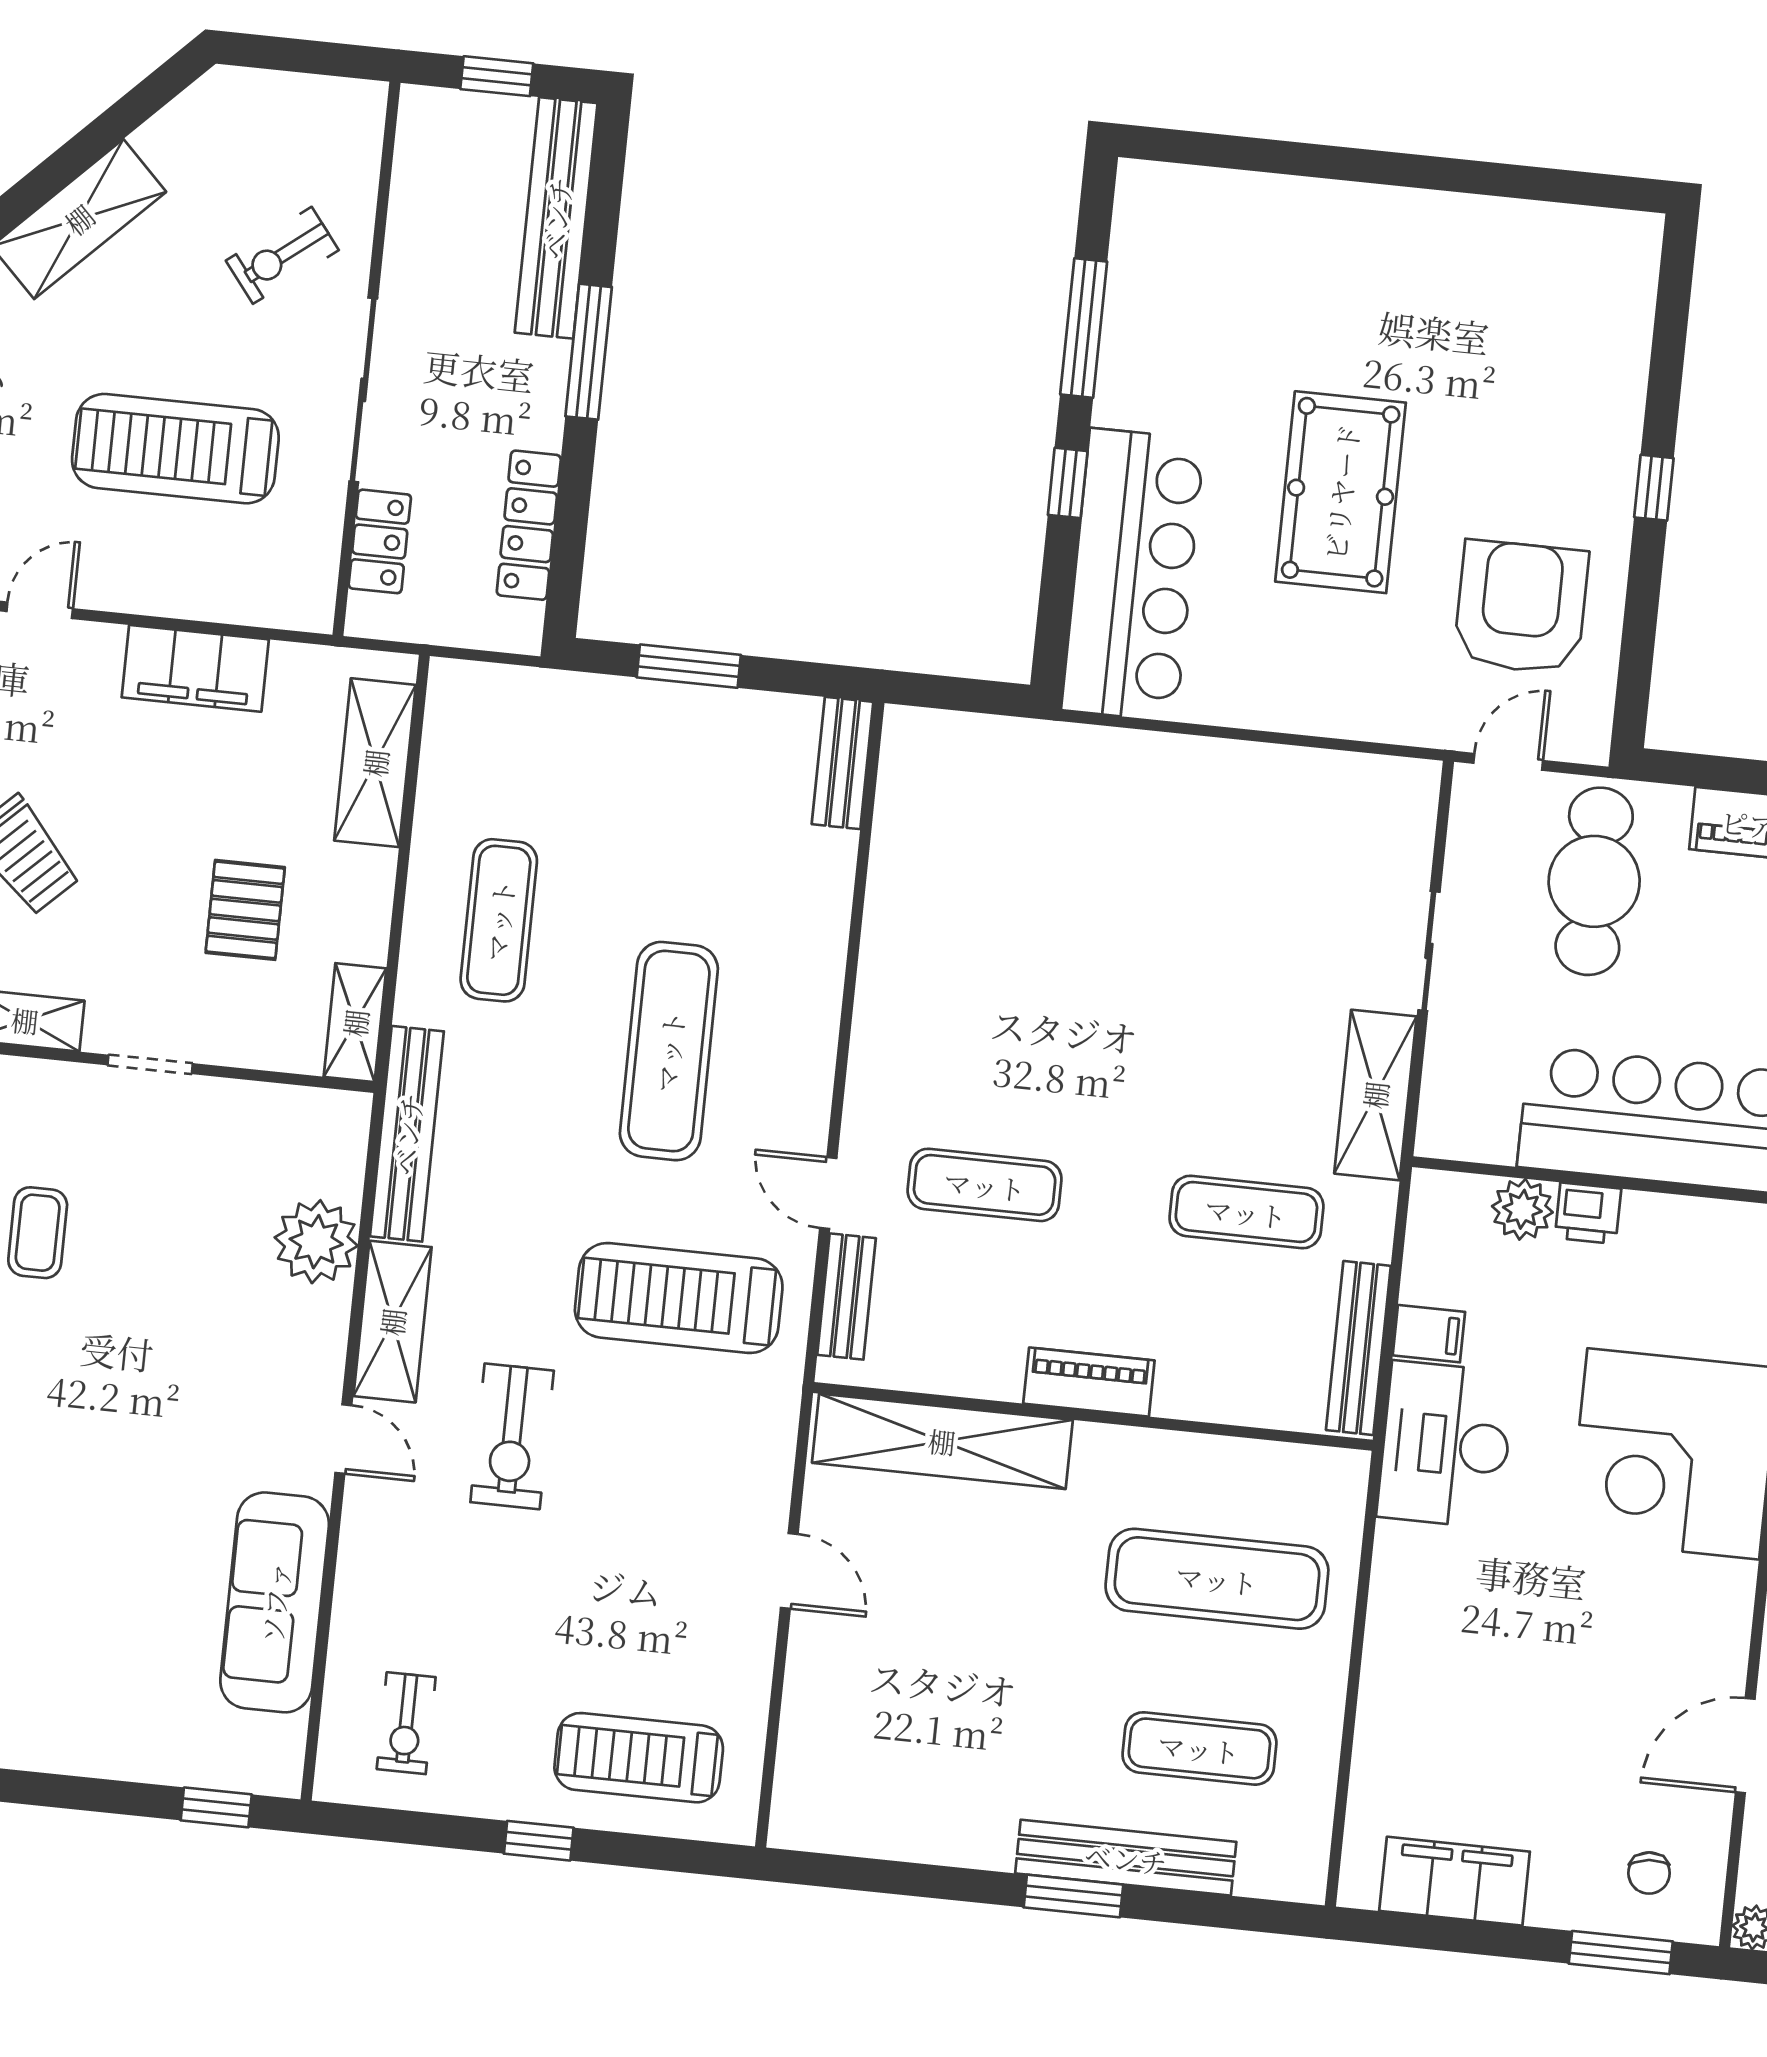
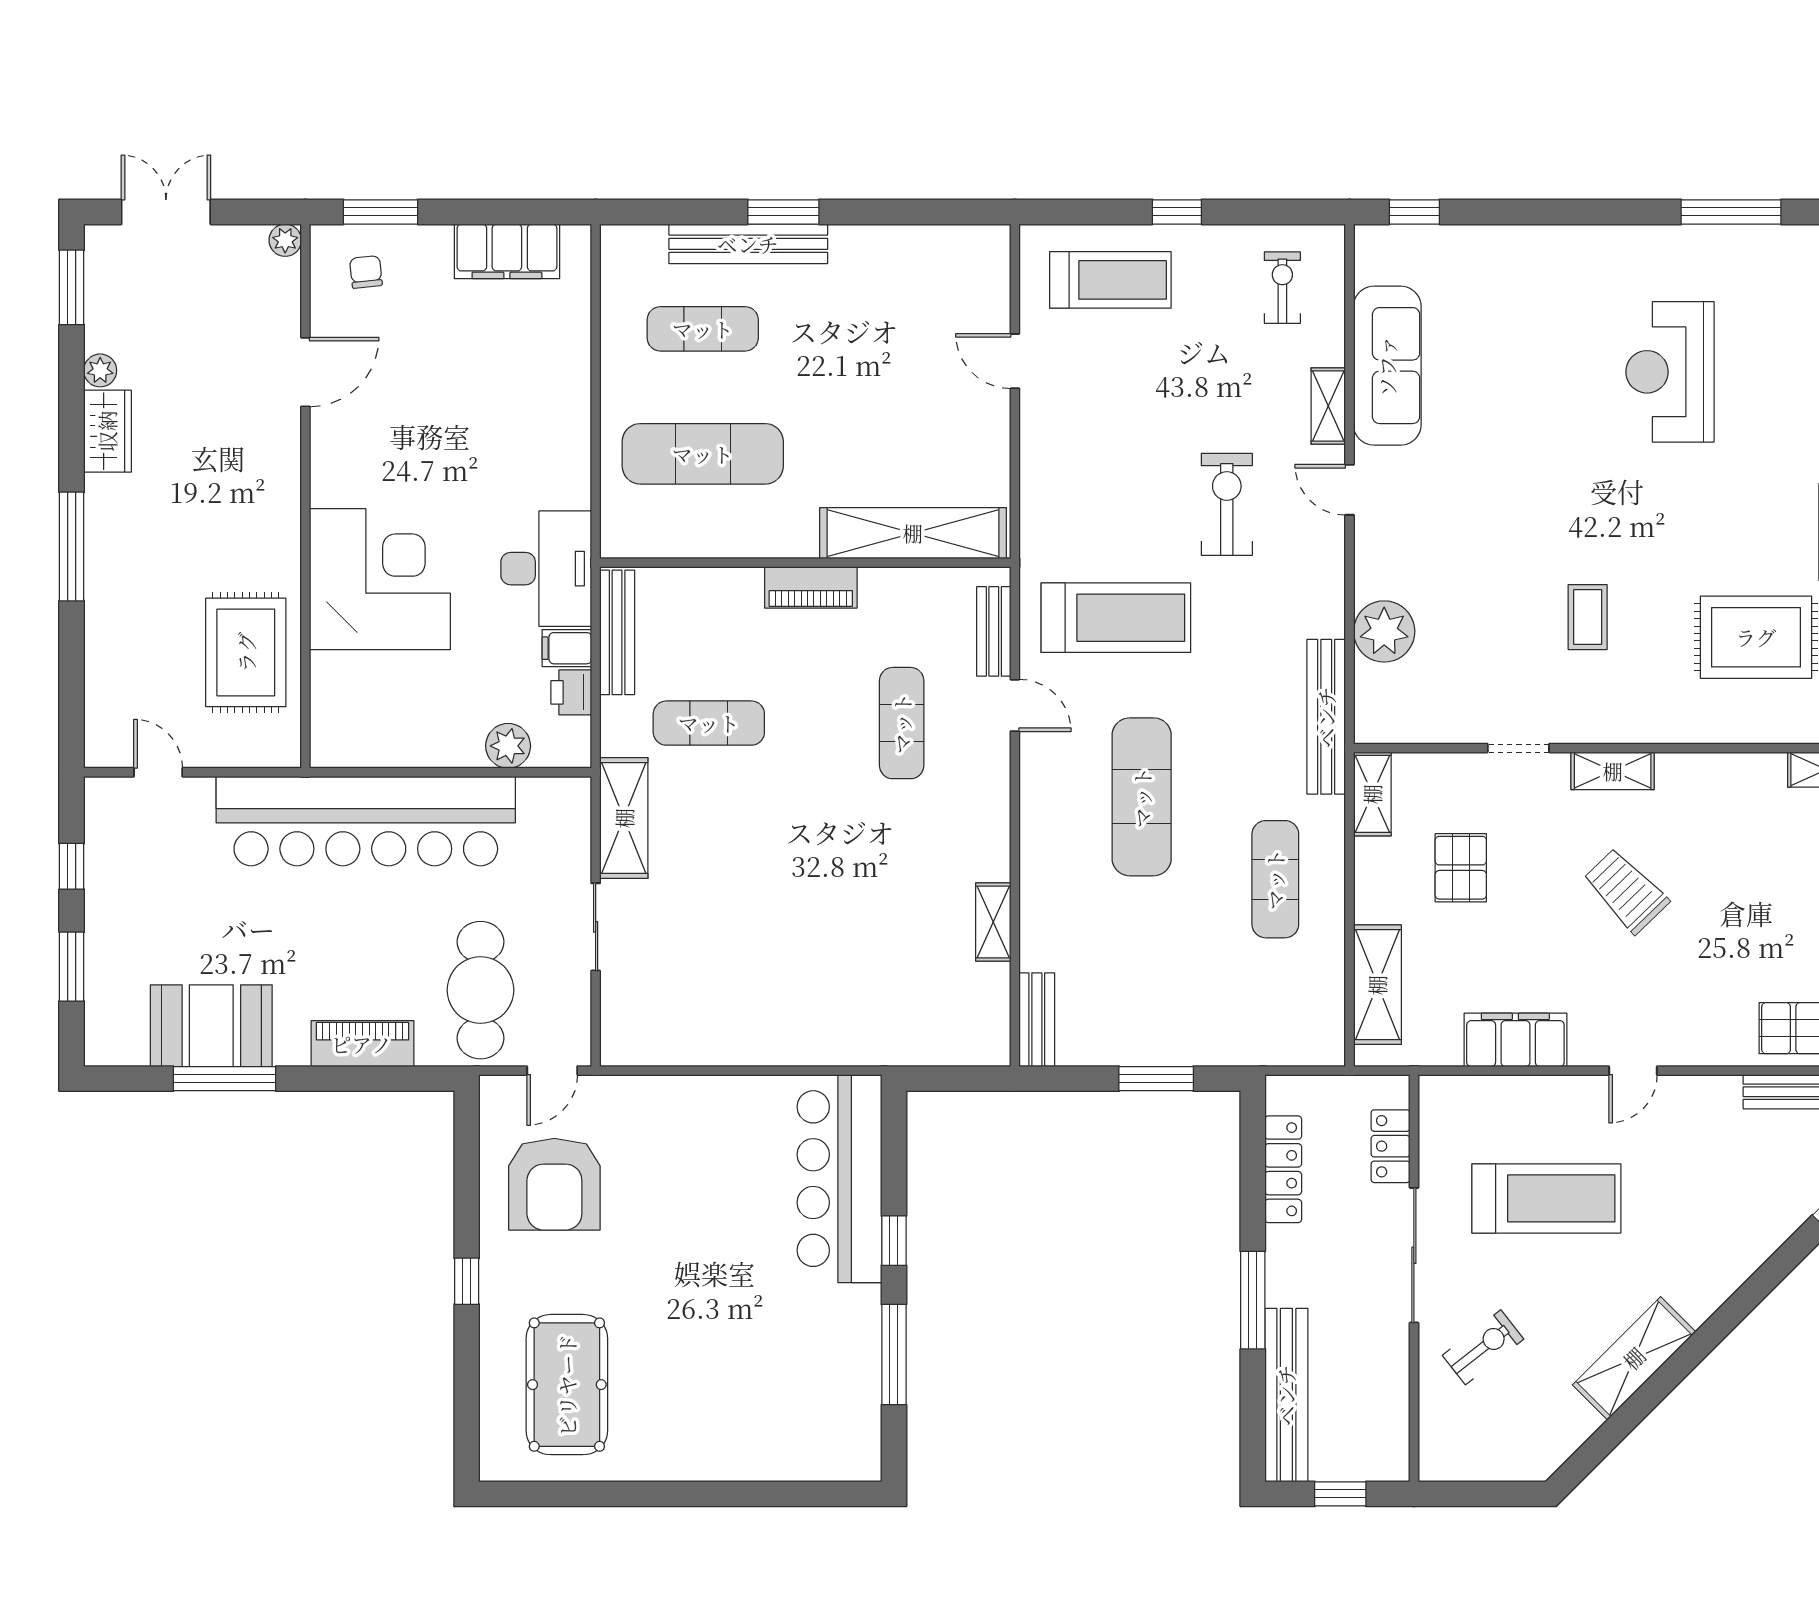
pool table: (1341, 492) -> (567, 1385), moved
shelving: (888, 902) -> (993, 922), added
exercise mat: (985, 1185) -> (902, 723), turned 90
printer: (1588, 1213) -> (571, 692), moved, turned -90
shelving: (392, 1322) -> (1328, 406), moved, width x0.67, depth x0.75
door: (789, 1571) -> (1015, 361), moved

